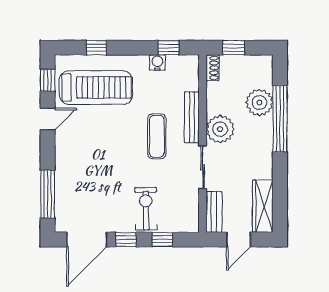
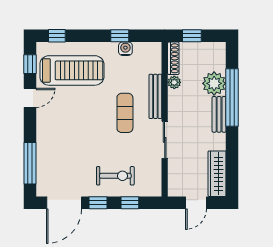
window: (96, 48) -> (57, 36), moved
window: (169, 48) -> (120, 36), moved
shoe rack: (212, 68) -> (173, 58), width x1.43
plant: (220, 129) -> (174, 82), moved, width x0.53, depth x0.53
exercise bike: (146, 209) -> (115, 176), turned 91
bench: (214, 212) -> (219, 114), moved

